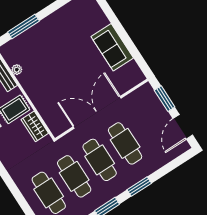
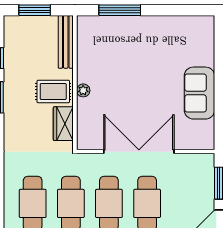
plant: (17, 70) -> (83, 90), moved

